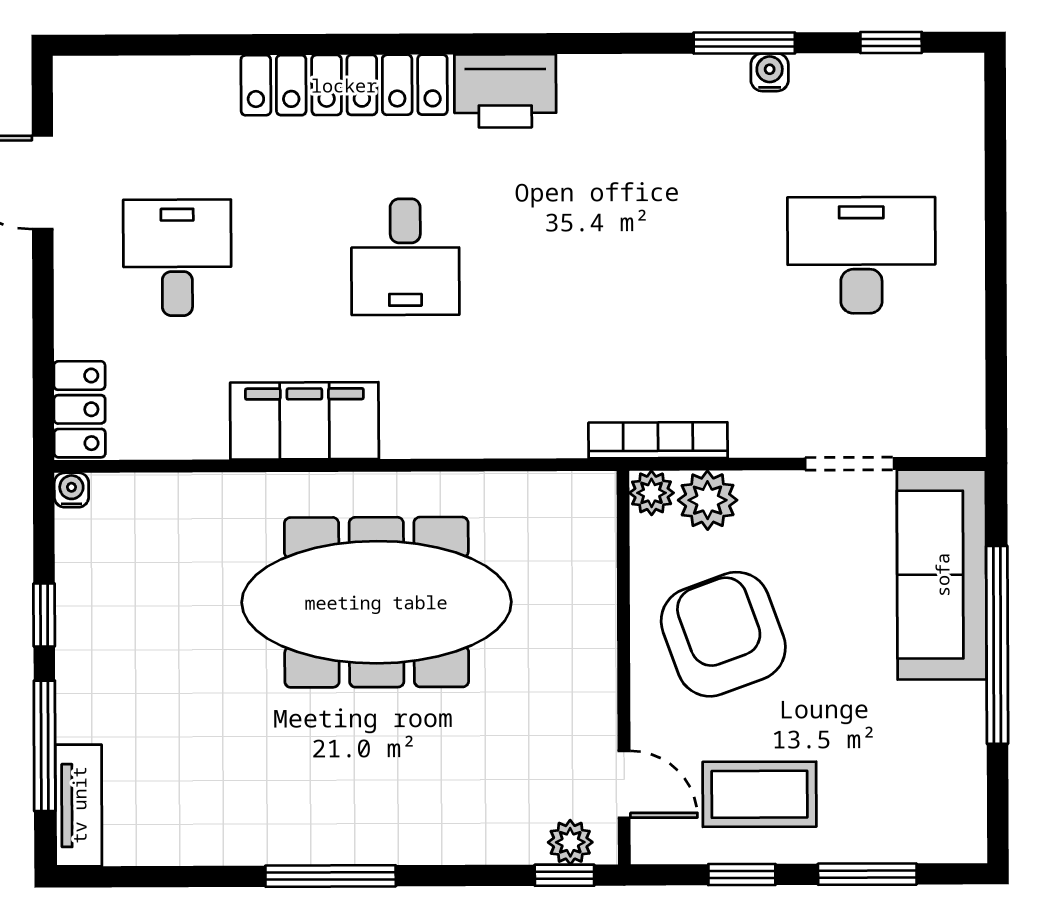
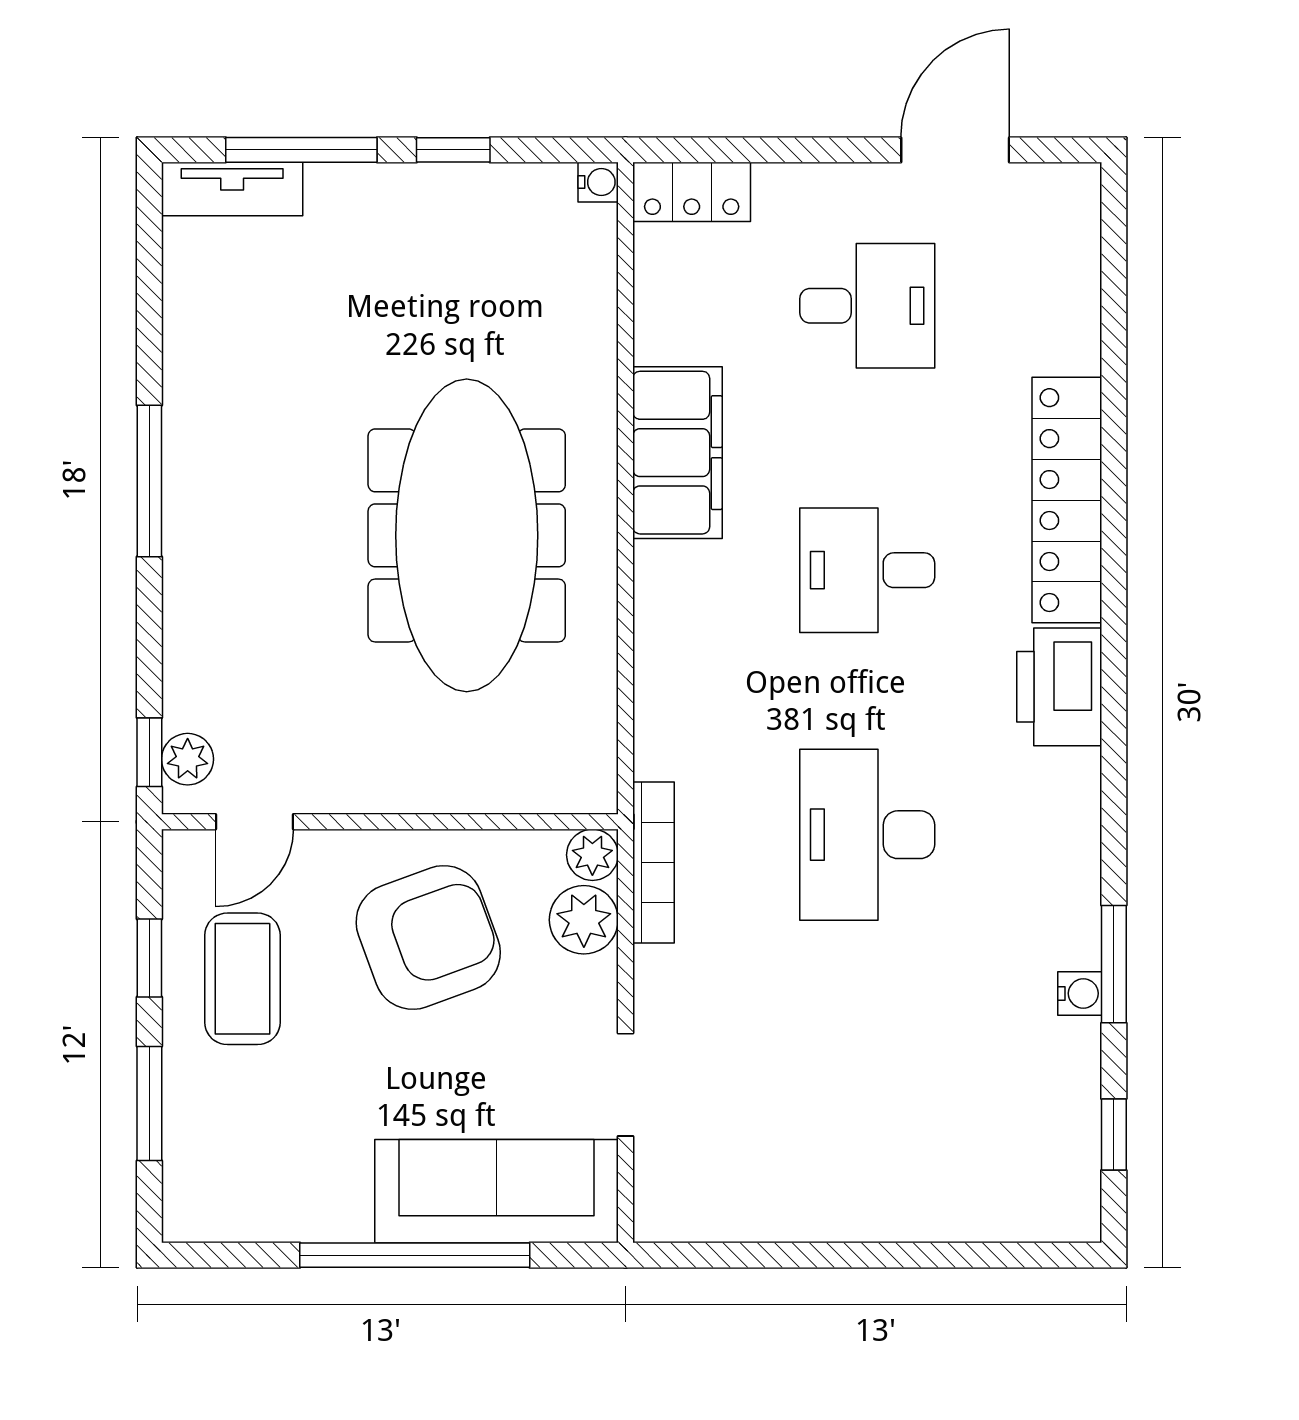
desk: (861, 255) -> (867, 835), moved, turned 180

